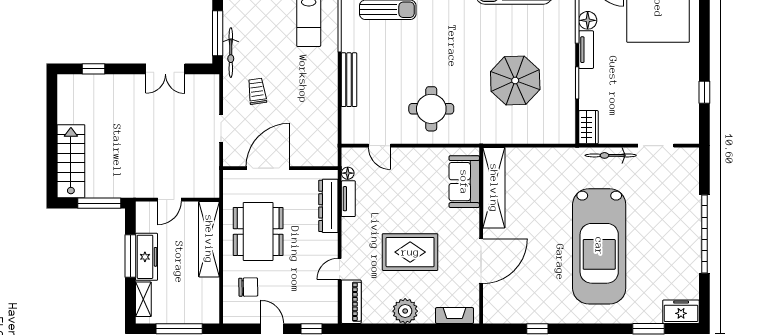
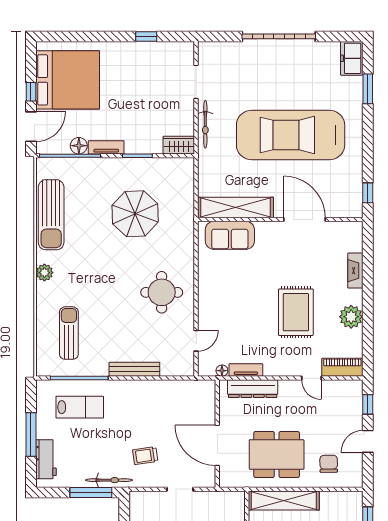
sofa: (464, 182) -> (230, 235), moved
shelving: (494, 188) -> (236, 208), moved
wall: (481, 235) -> (280, 220), moved
car: (599, 246) -> (291, 135), turned 180
door: (481, 261) -> (304, 220), moved

